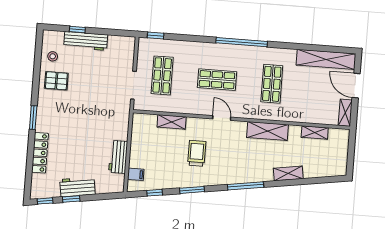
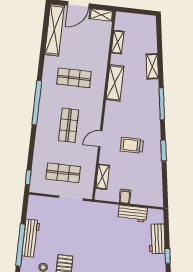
window: (77, 29) -> (21, 245), width x3.17
door: (222, 118) -> (100, 139), moved
shelving: (172, 122) -> (103, 177), moved
filing cabinet: (136, 174) -> (125, 196), moved
workbench: (77, 187) -> (157, 239), moved
window: (155, 193) -> (165, 183), removed

